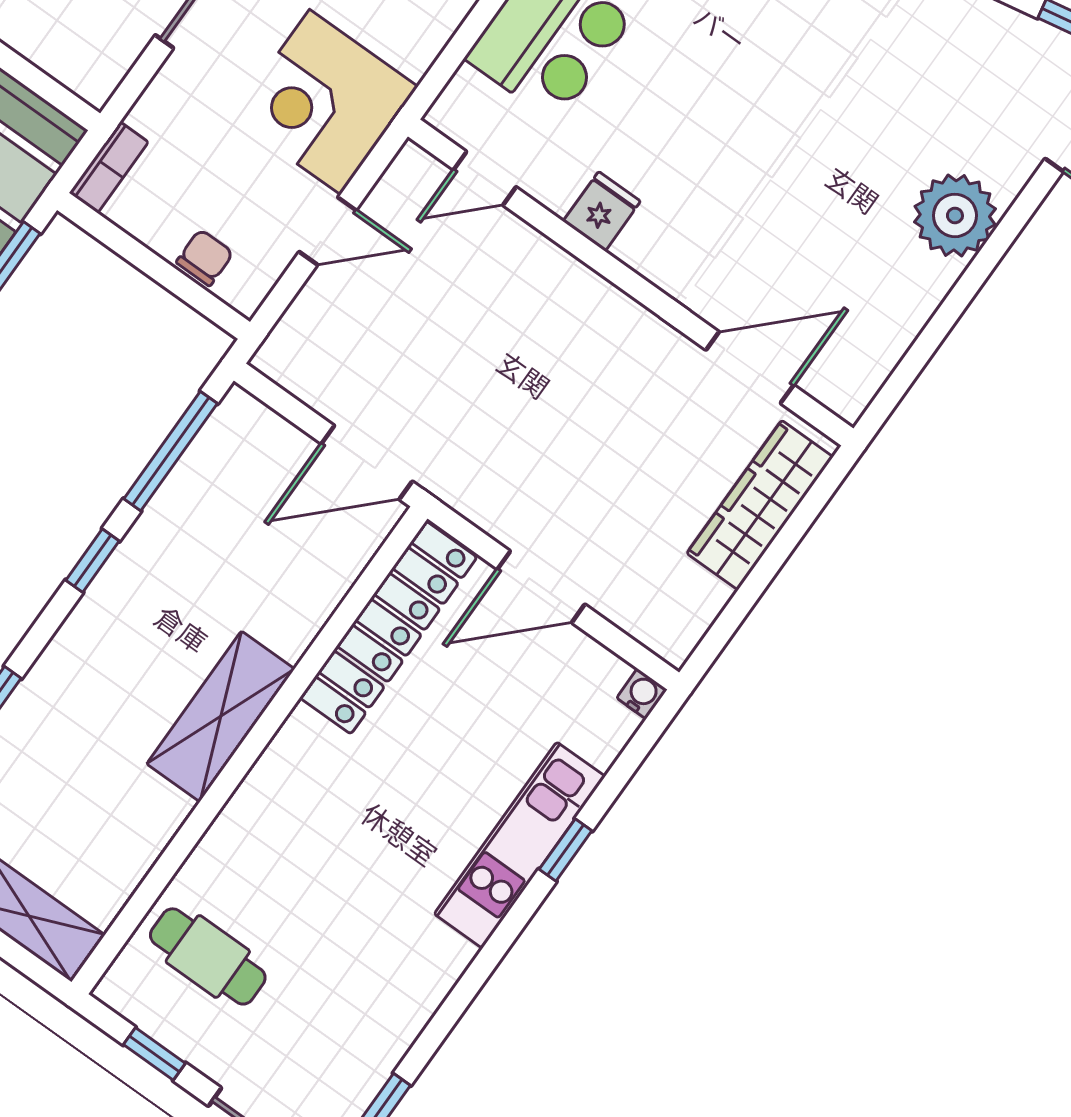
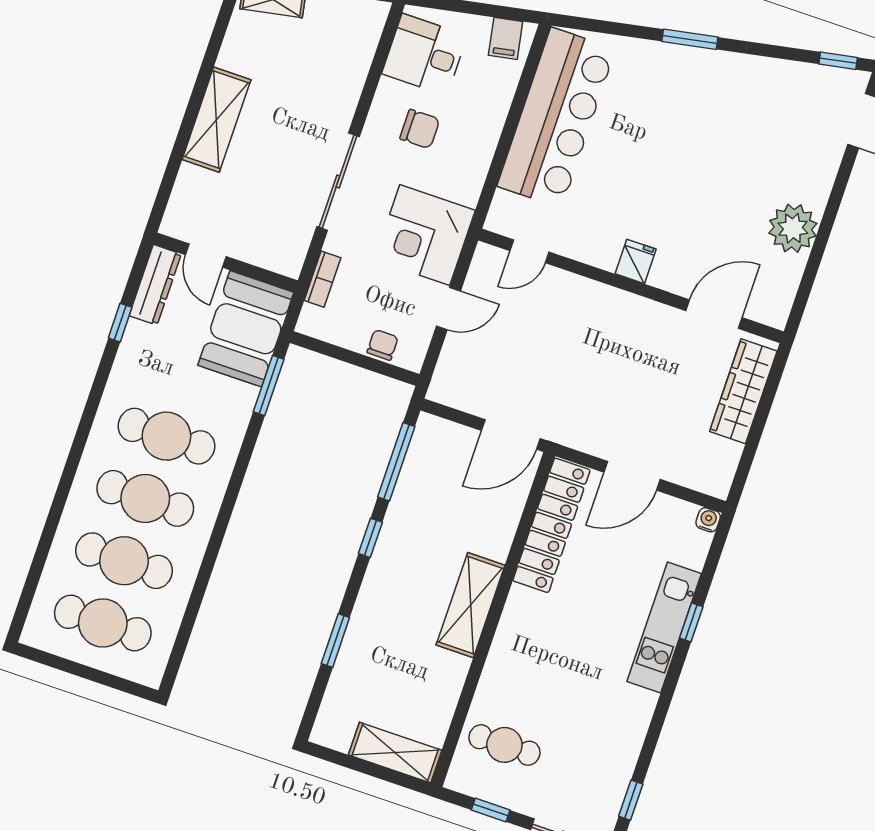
bookcase: (109, 167) -> (323, 279), moved
fridge: (602, 211) -> (636, 261), moved
plant: (955, 215) -> (793, 228), moved

